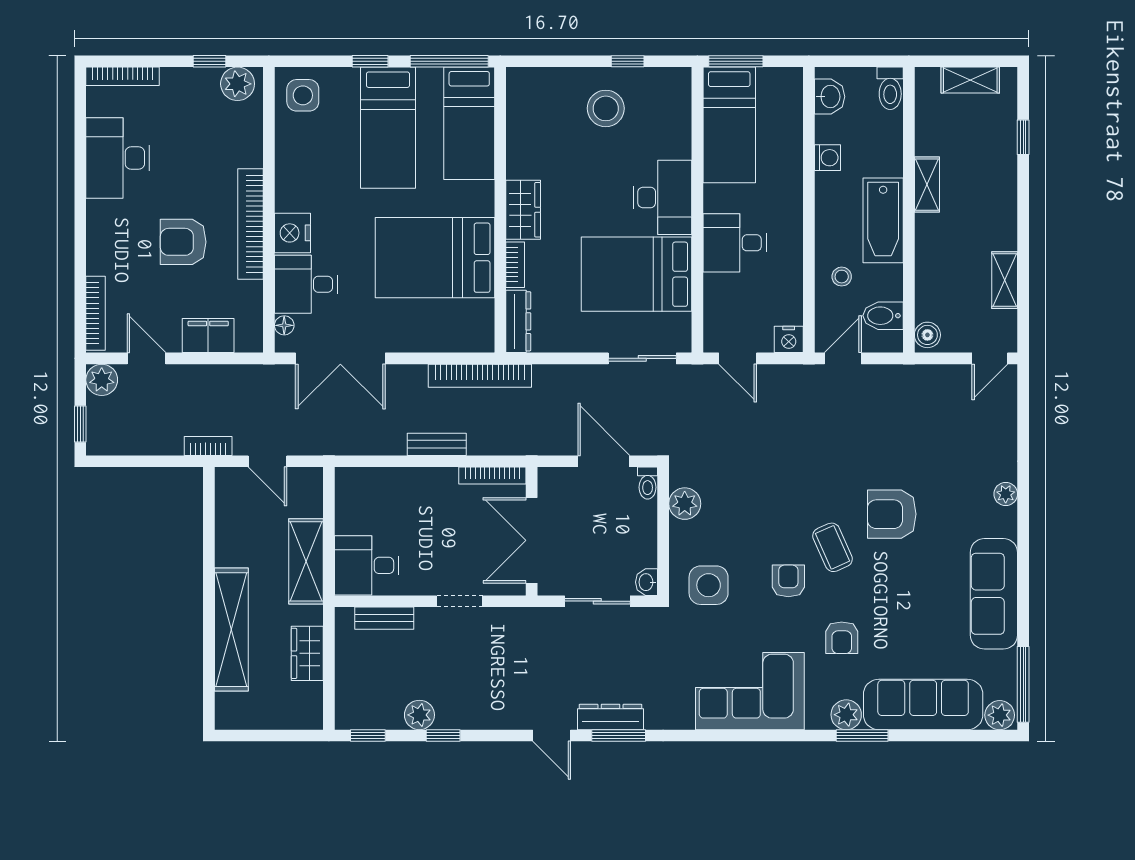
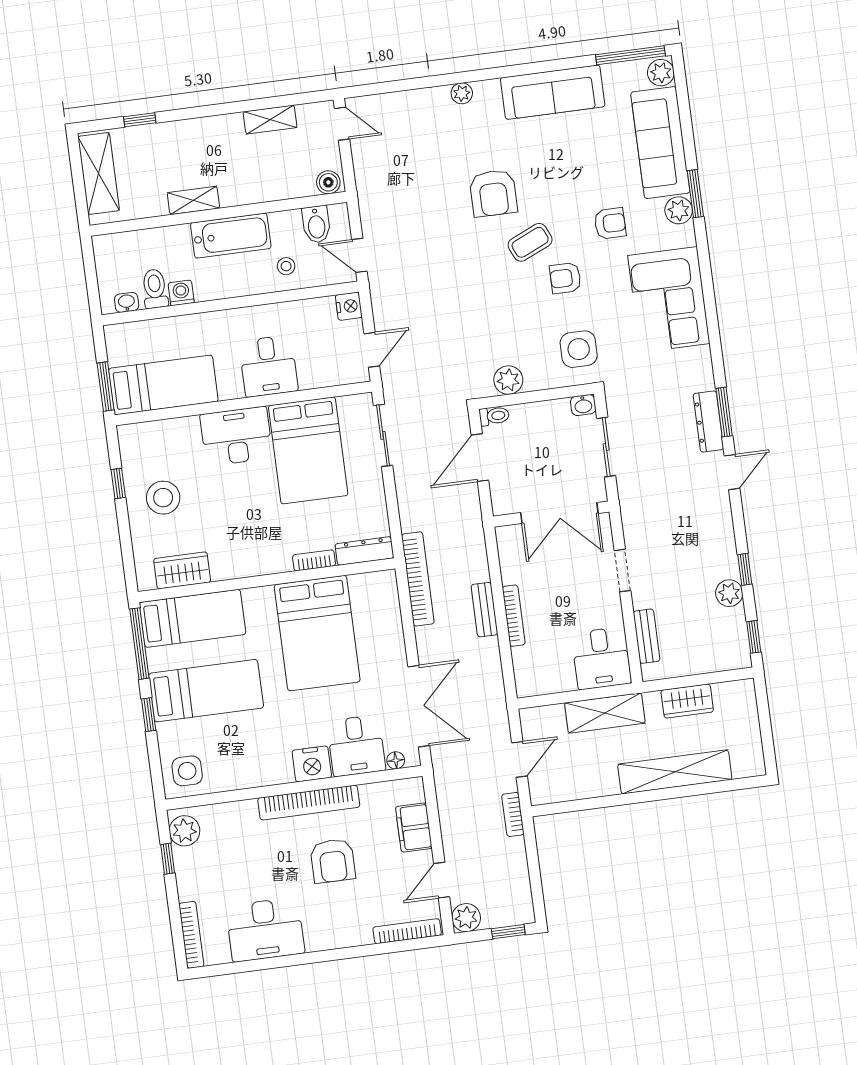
shelving: (970, 80) -> (99, 173), width x1.50, depth x1.33
toilet: (890, 88) -> (155, 289), moved, turned -90
washbasin: (830, 97) -> (127, 302), width x0.72, depth x0.69
wardrobe: (523, 210) -> (182, 570), moved
bookcase: (492, 476) -> (514, 616), moved

